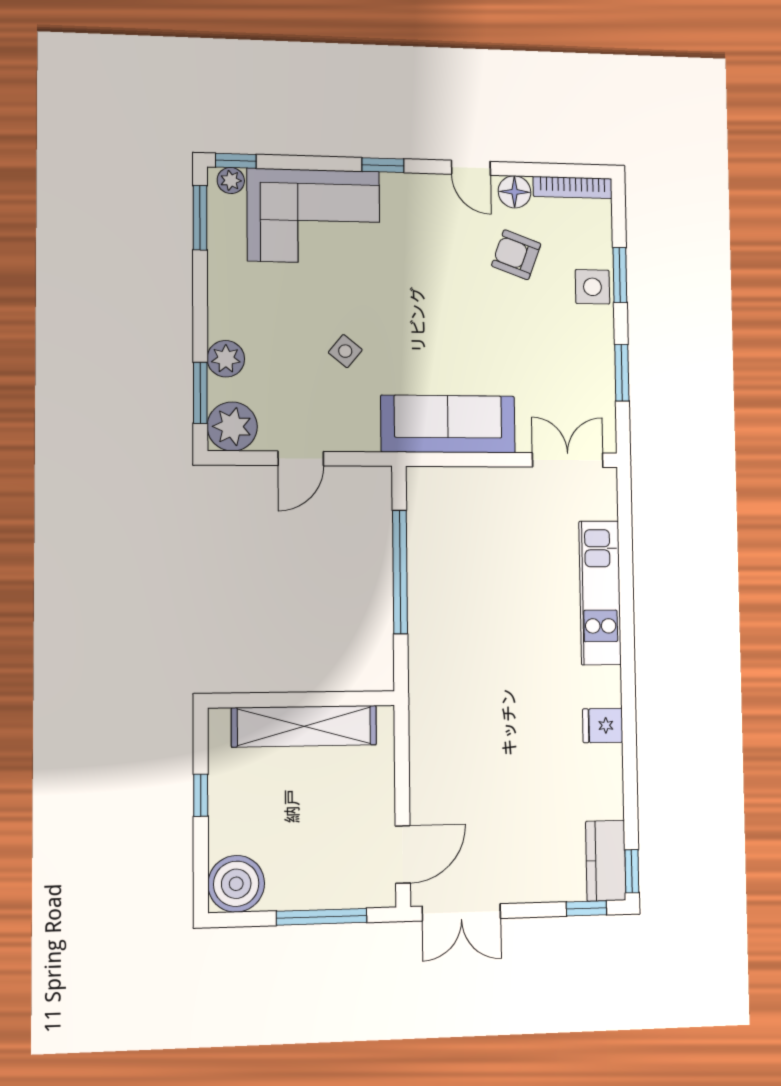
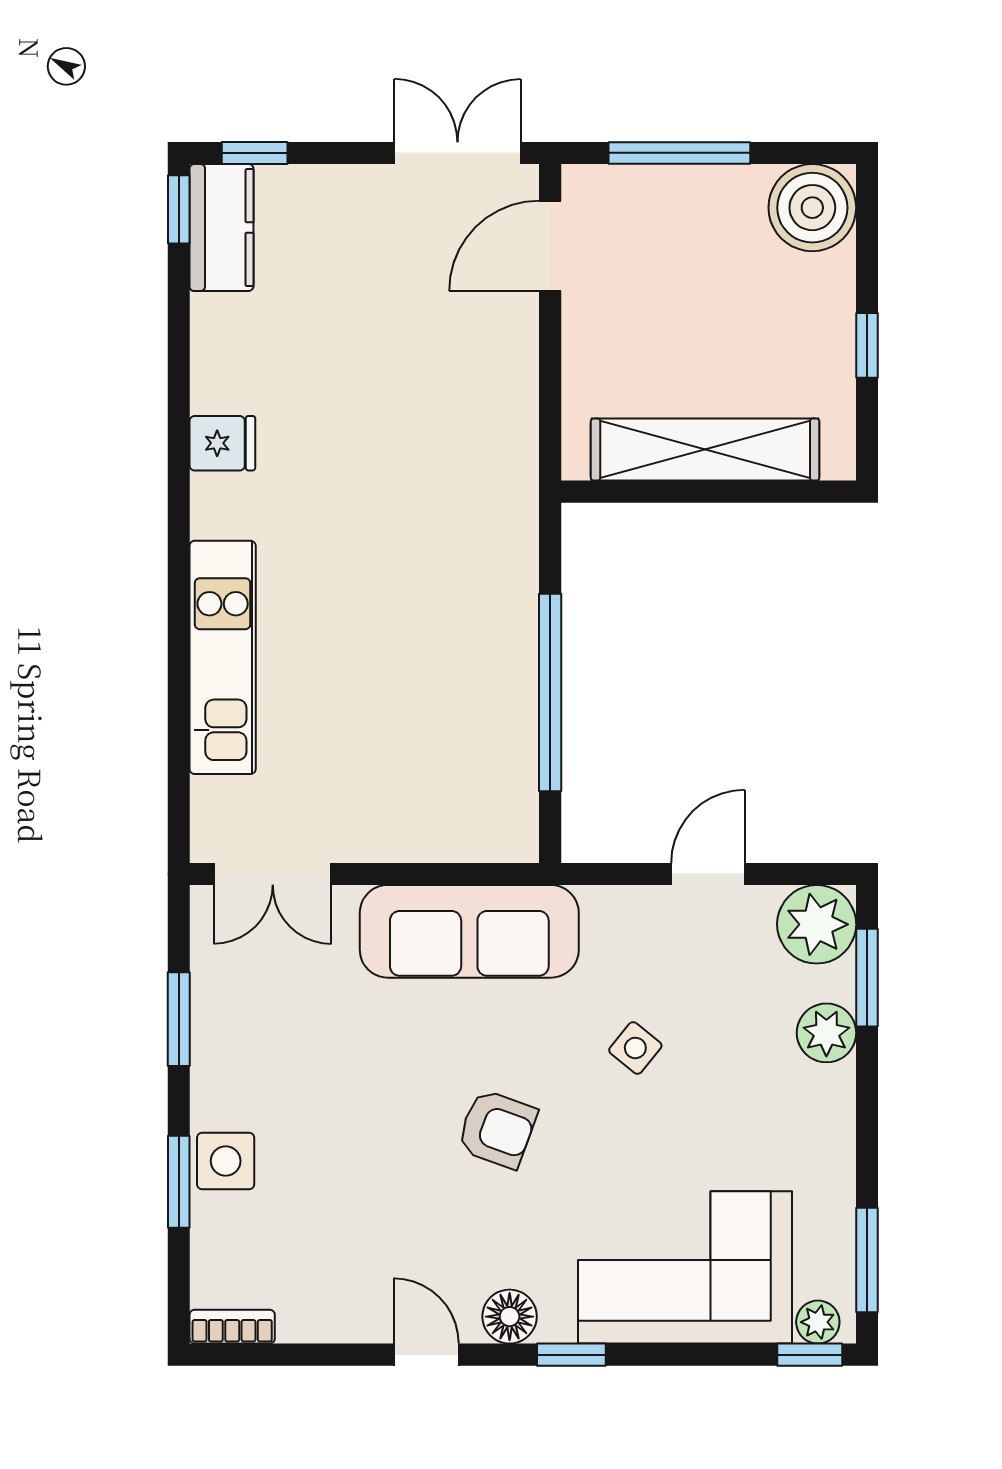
bookcase: (573, 187) -> (232, 1327), width x0.64
floor lamp: (515, 192) -> (510, 1317), moved
armchair: (516, 255) -> (497, 1129), moved

